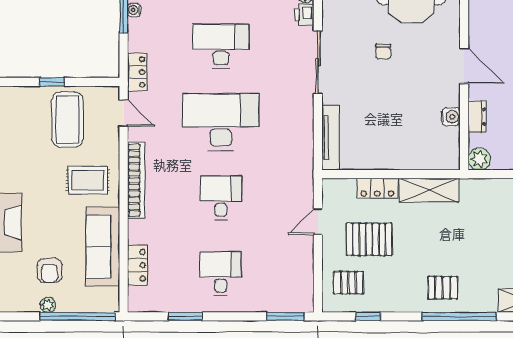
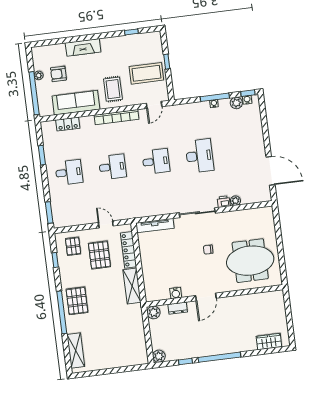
locker: (137, 72) -> (179, 110), removed
desk: (221, 122) -> (156, 161), width x0.53, depth x0.77
locker: (377, 188) -> (128, 250), width x1.53
pallet: (443, 288) -> (77, 301), width x1.50, depth x1.42

